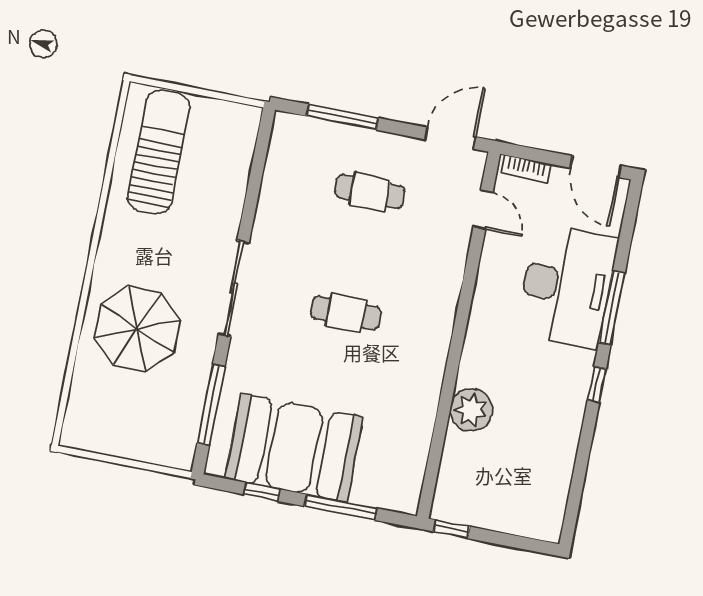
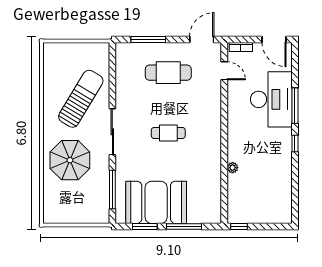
sun lounger: (159, 152) -> (81, 99), moved, turned 31
cafe table: (370, 192) -> (168, 73), width x1.37, depth x1.35
plant: (471, 410) -> (233, 168), width x0.53, depth x0.53
window: (262, 492) -> (145, 226), width x1.50

